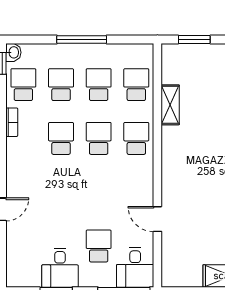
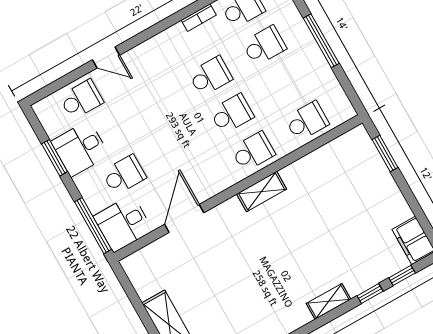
school desk: (99, 85) -> (81, 99), moved
shelving: (170, 105) -> (262, 192), moved
door: (157, 219) -> (184, 218), width x1.38

